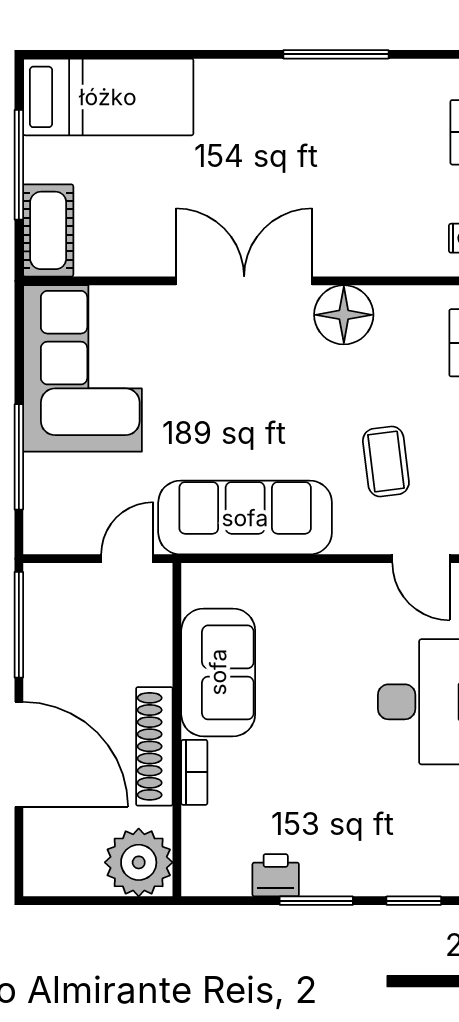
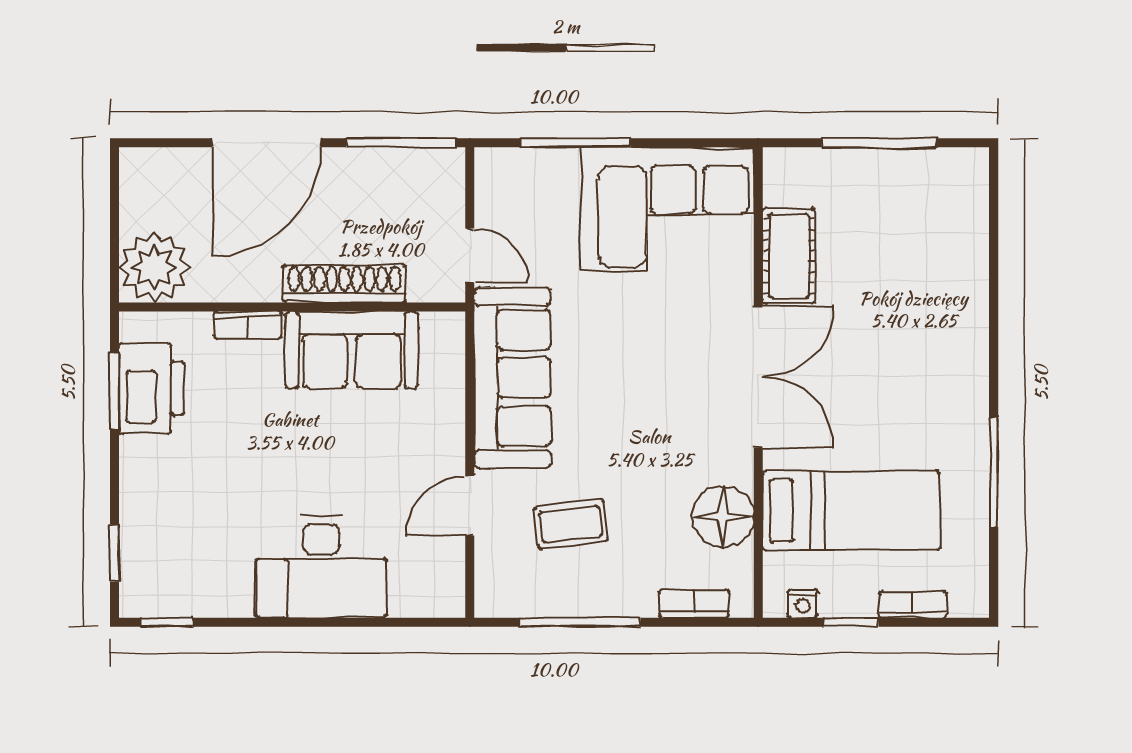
bed: (108, 97) -> (851, 511), moved, turned -90
cot: (48, 230) -> (789, 256), moved, turned 90
floor lamp: (344, 315) -> (723, 517), moved
door: (421, 559) -> (470, 506), moved
shoe rack: (154, 746) -> (344, 284), moved
printer: (276, 875) -> (151, 388), width x1.87, depth x1.48
window: (316, 901) -> (115, 391), moved

